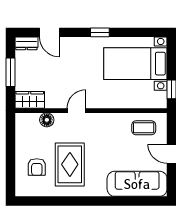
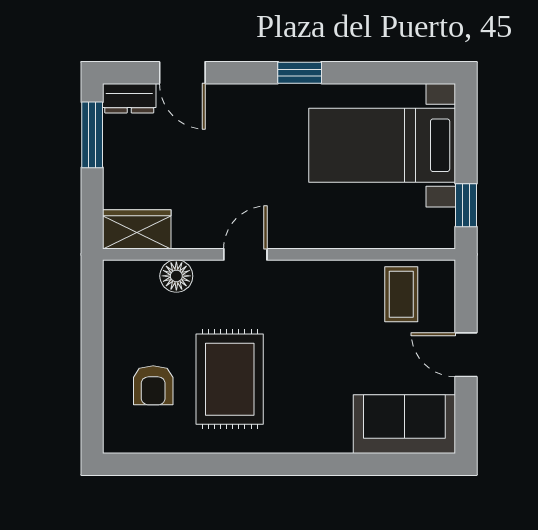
window: (11, 72) -> (92, 135), moved
coffee table: (144, 128) -> (401, 294), turned 90
sofa: (137, 184) -> (404, 424), width x0.73

